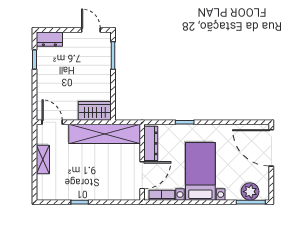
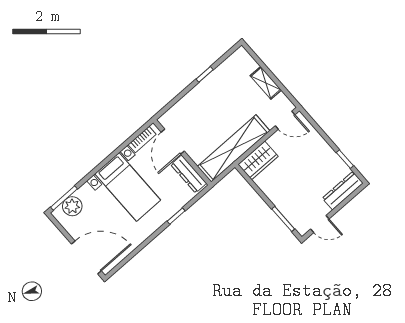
dresser: (49, 39) -> (343, 191), width x1.44

